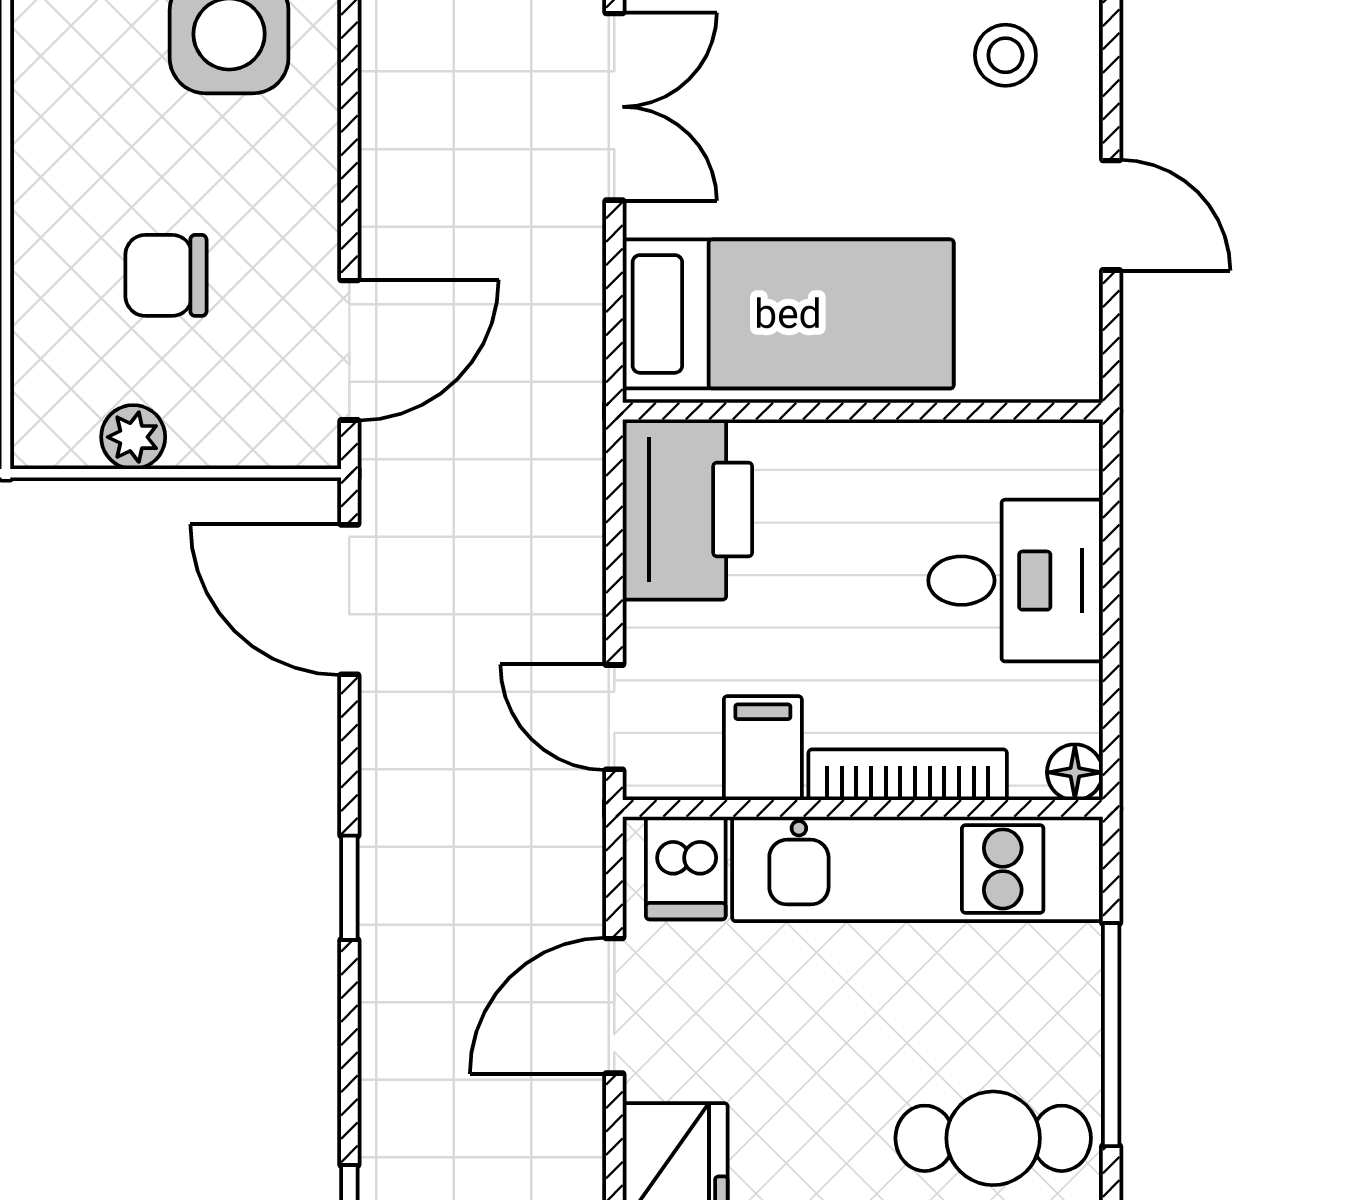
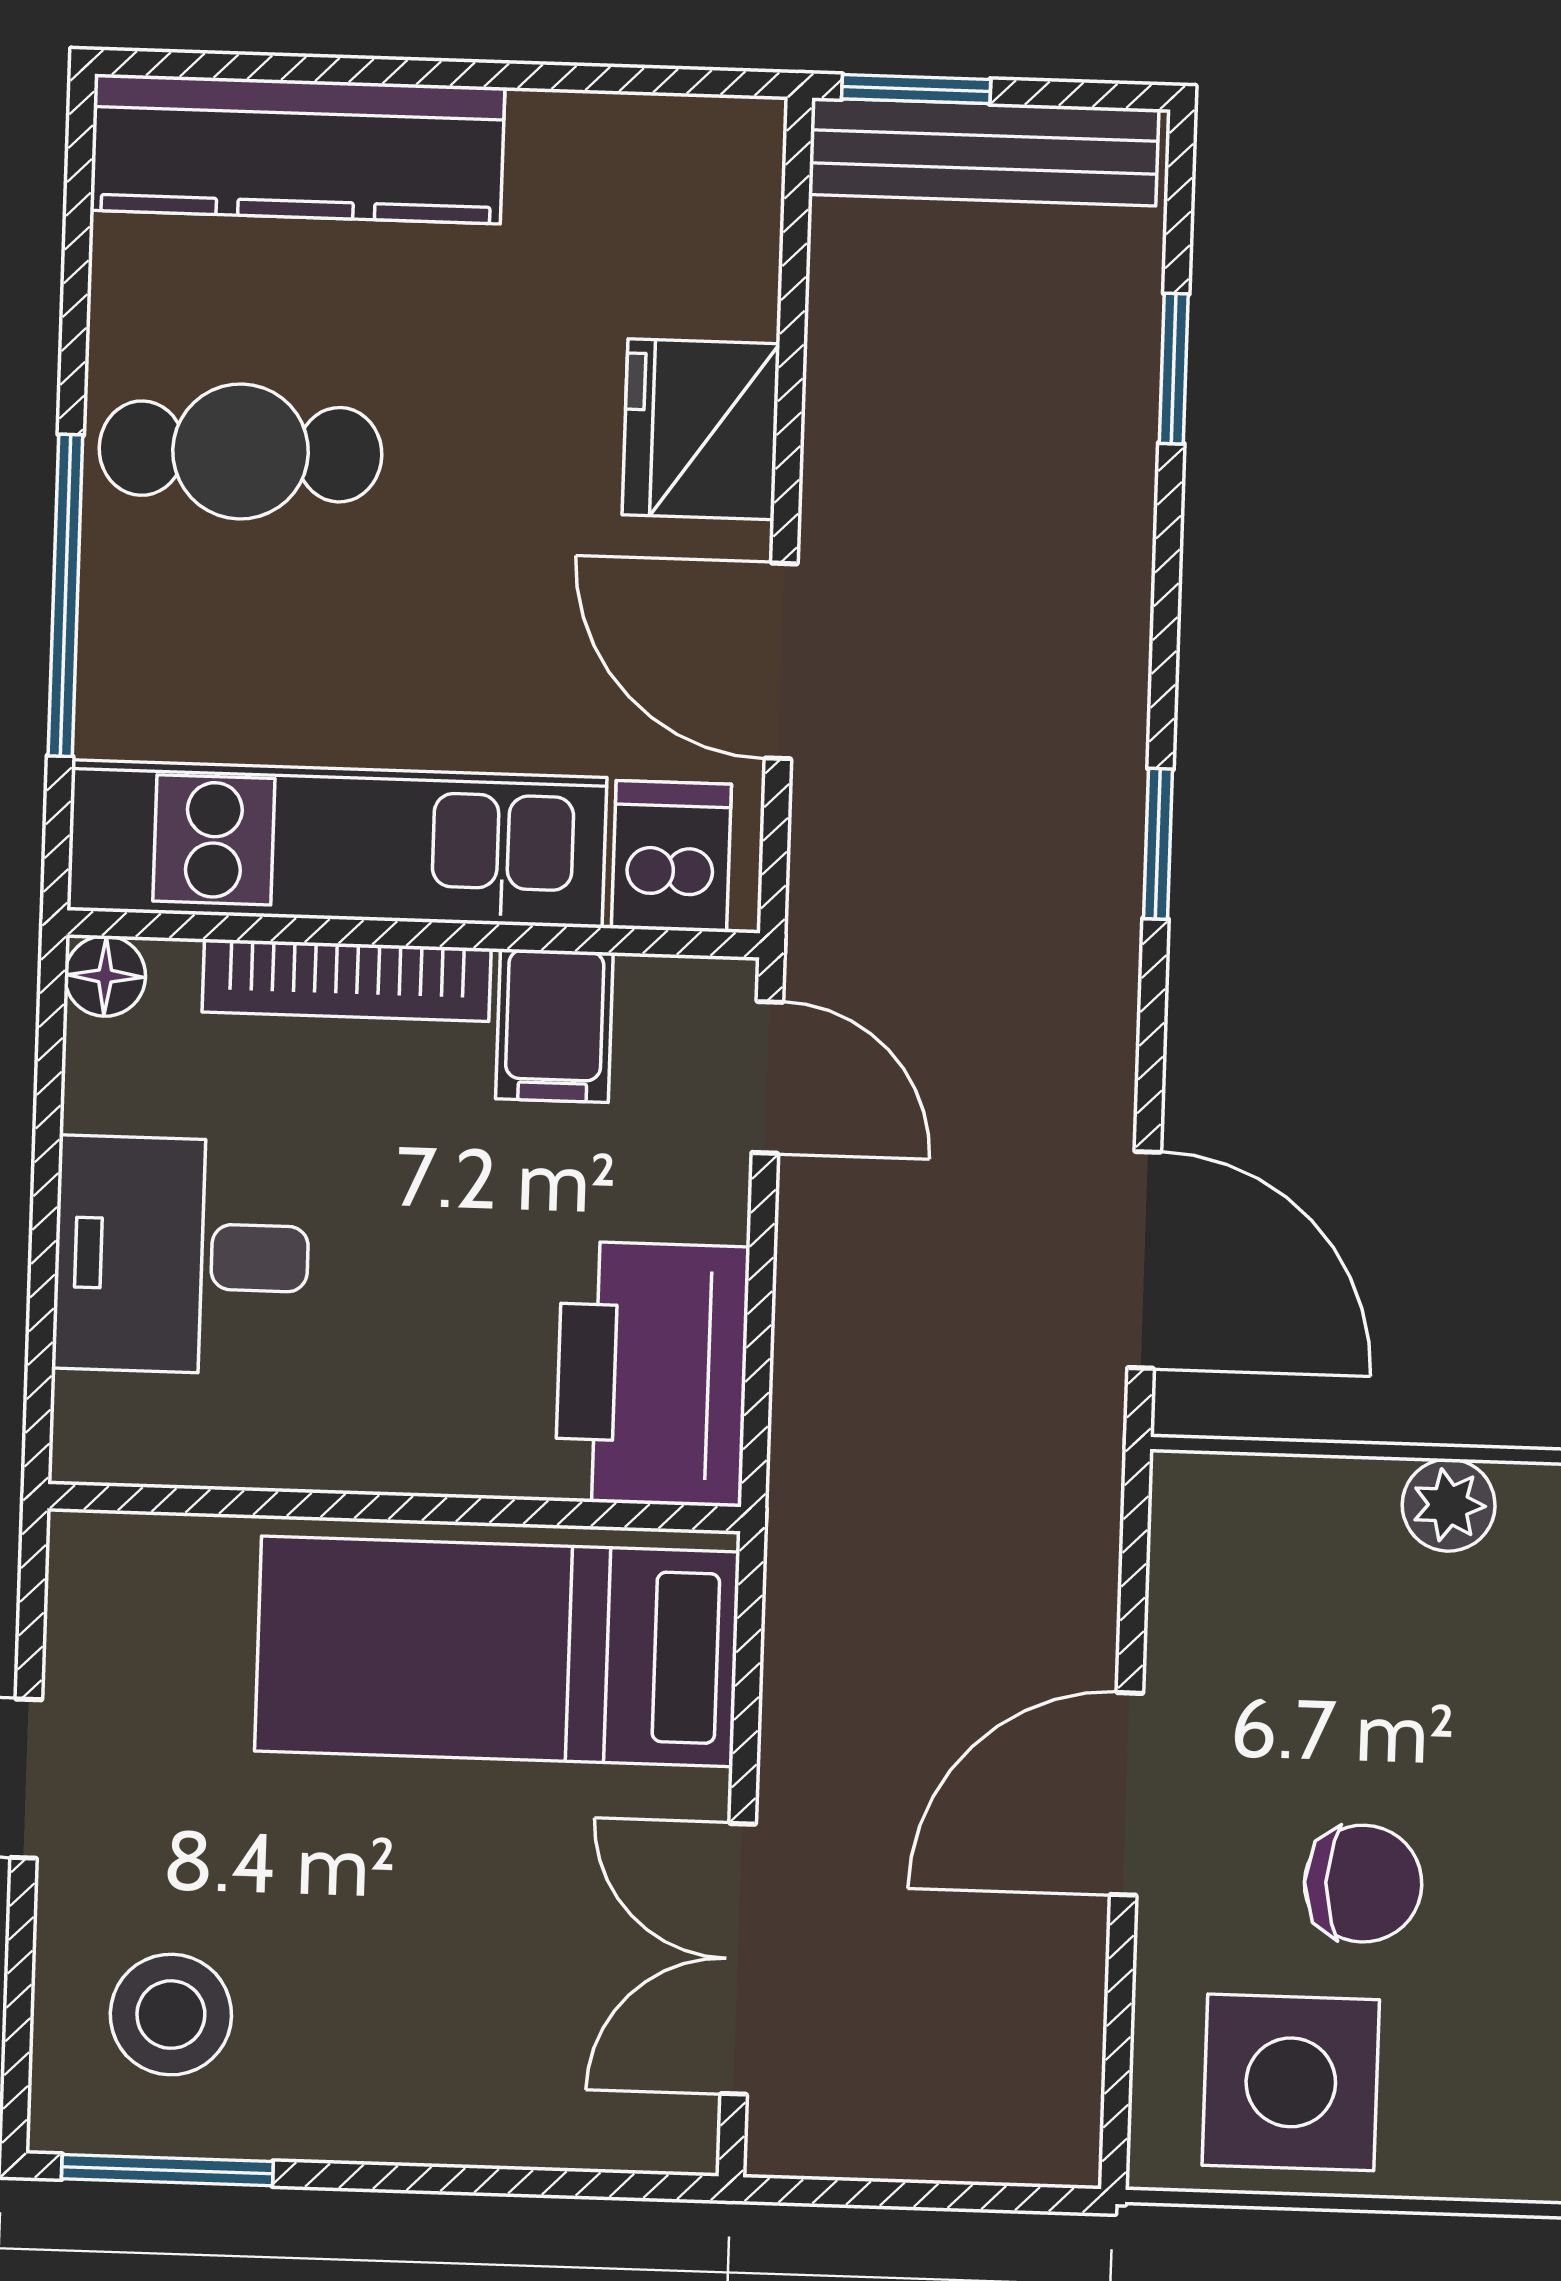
stool: (1005, 55) -> (171, 2015), width x1.37, depth x1.37
chair: (166, 275) -> (1363, 1884), moved
door: (349, 350) -> (1126, 1794), moved
door: (614, 1006) -> (781, 661), swing flipped

